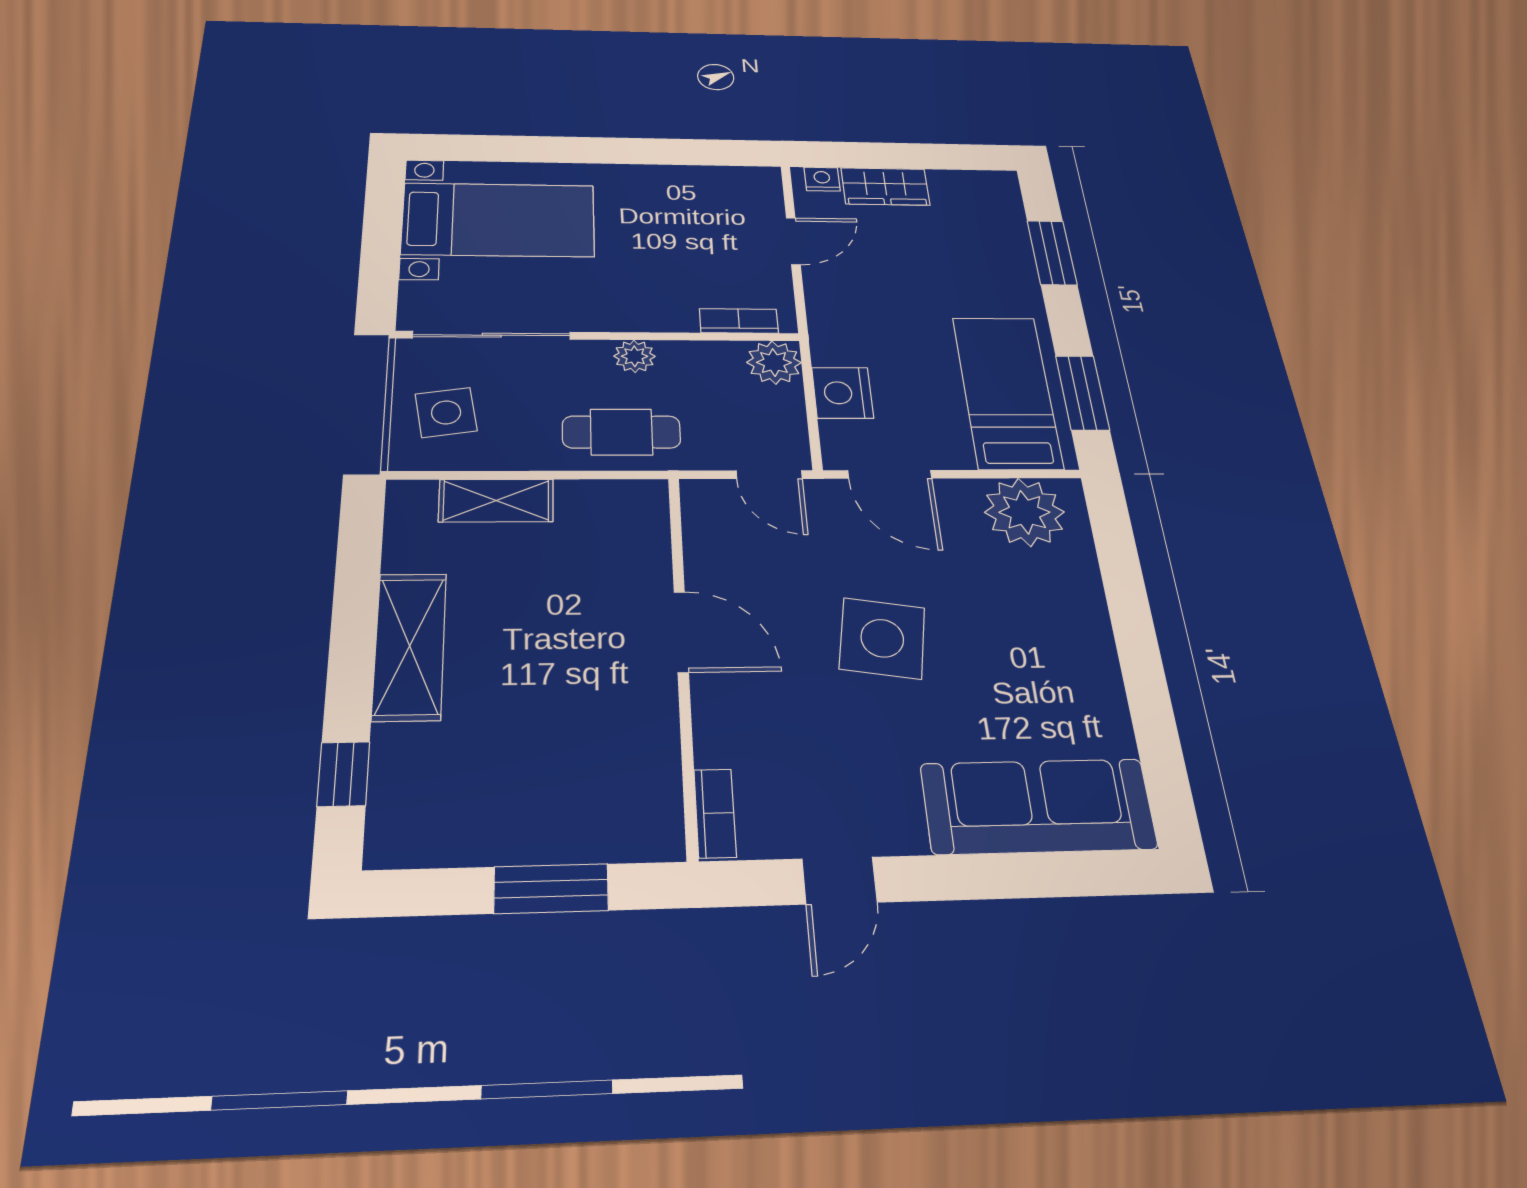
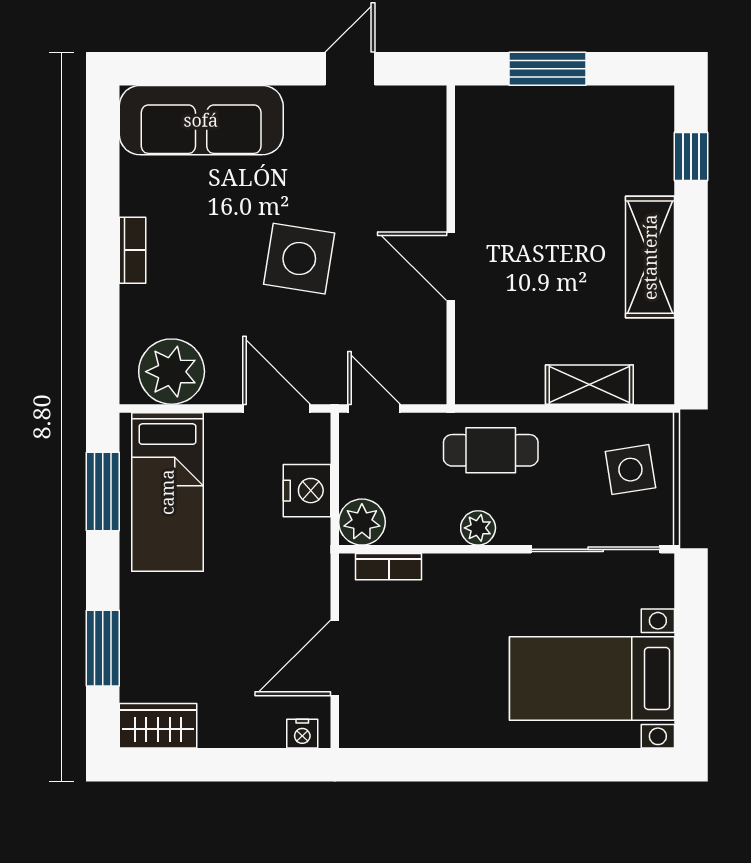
wardrobe: (885, 186) -> (158, 726), moved
door: (793, 241) -> (335, 658), width x1.38
bookcase: (715, 813) -> (133, 250), moved, turned 180

